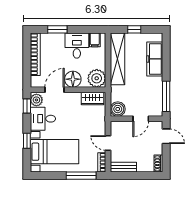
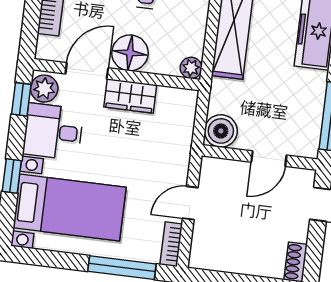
plant: (97, 78) -> (191, 68), width x0.53, depth x0.53
wardrobe: (92, 98) -> (130, 96), moved
door: (108, 143) -> (190, 203), hinge flipped
bench: (123, 167) -> (217, 261), removed

